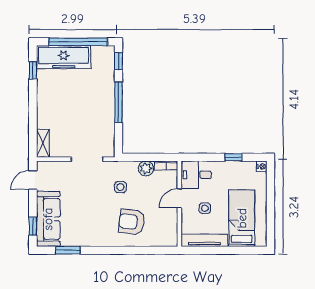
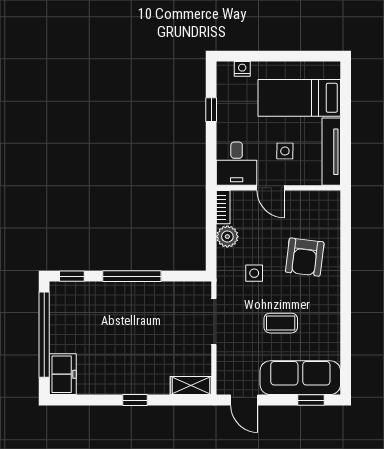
freezer: (64, 57) -> (63, 374), width x0.52, depth x0.79
window: (33, 70) -> (135, 400), moved
nightstand: (262, 166) -> (242, 69), moved
coffee table: (86, 205) -> (281, 323), added
window: (68, 250) -> (346, 349), removed

